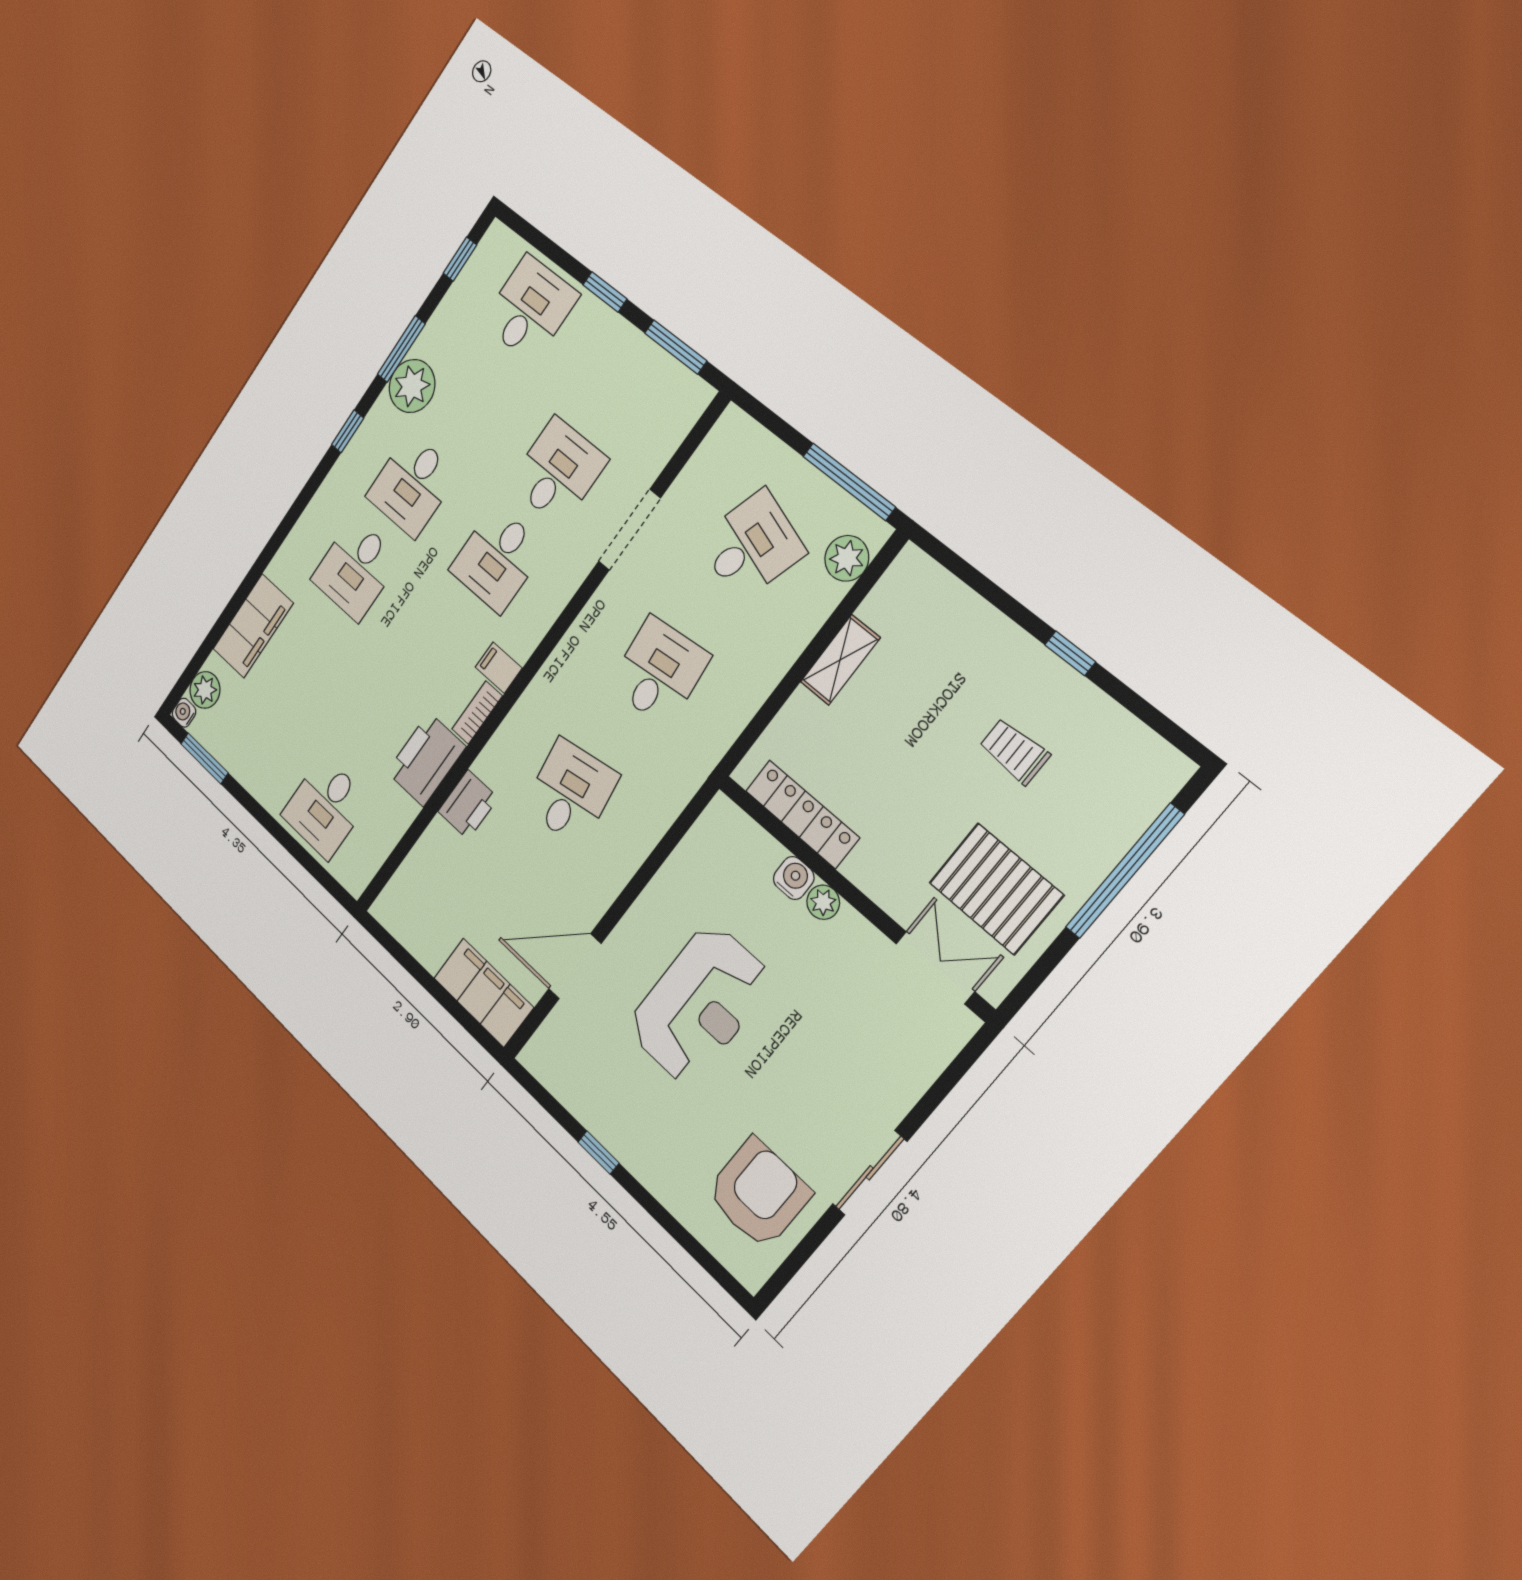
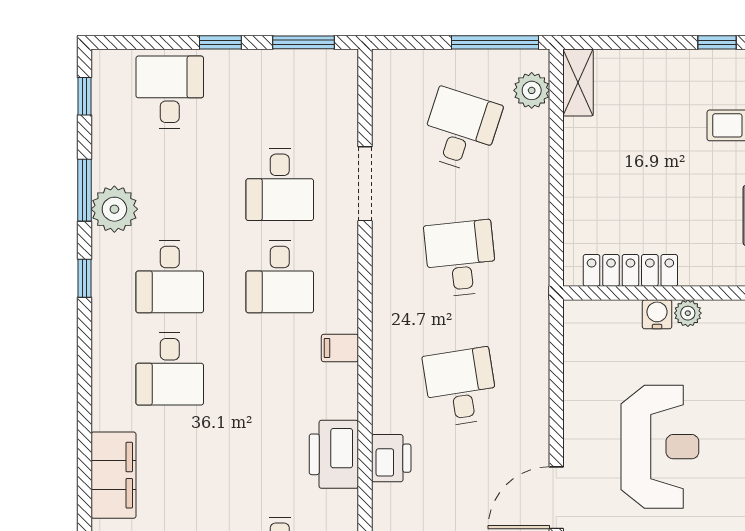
desk: (558, 471) -> (280, 184), turned 180
shelving: (840, 660) -> (578, 83), moved
bookcase: (477, 713) -> (348, 391), removed

